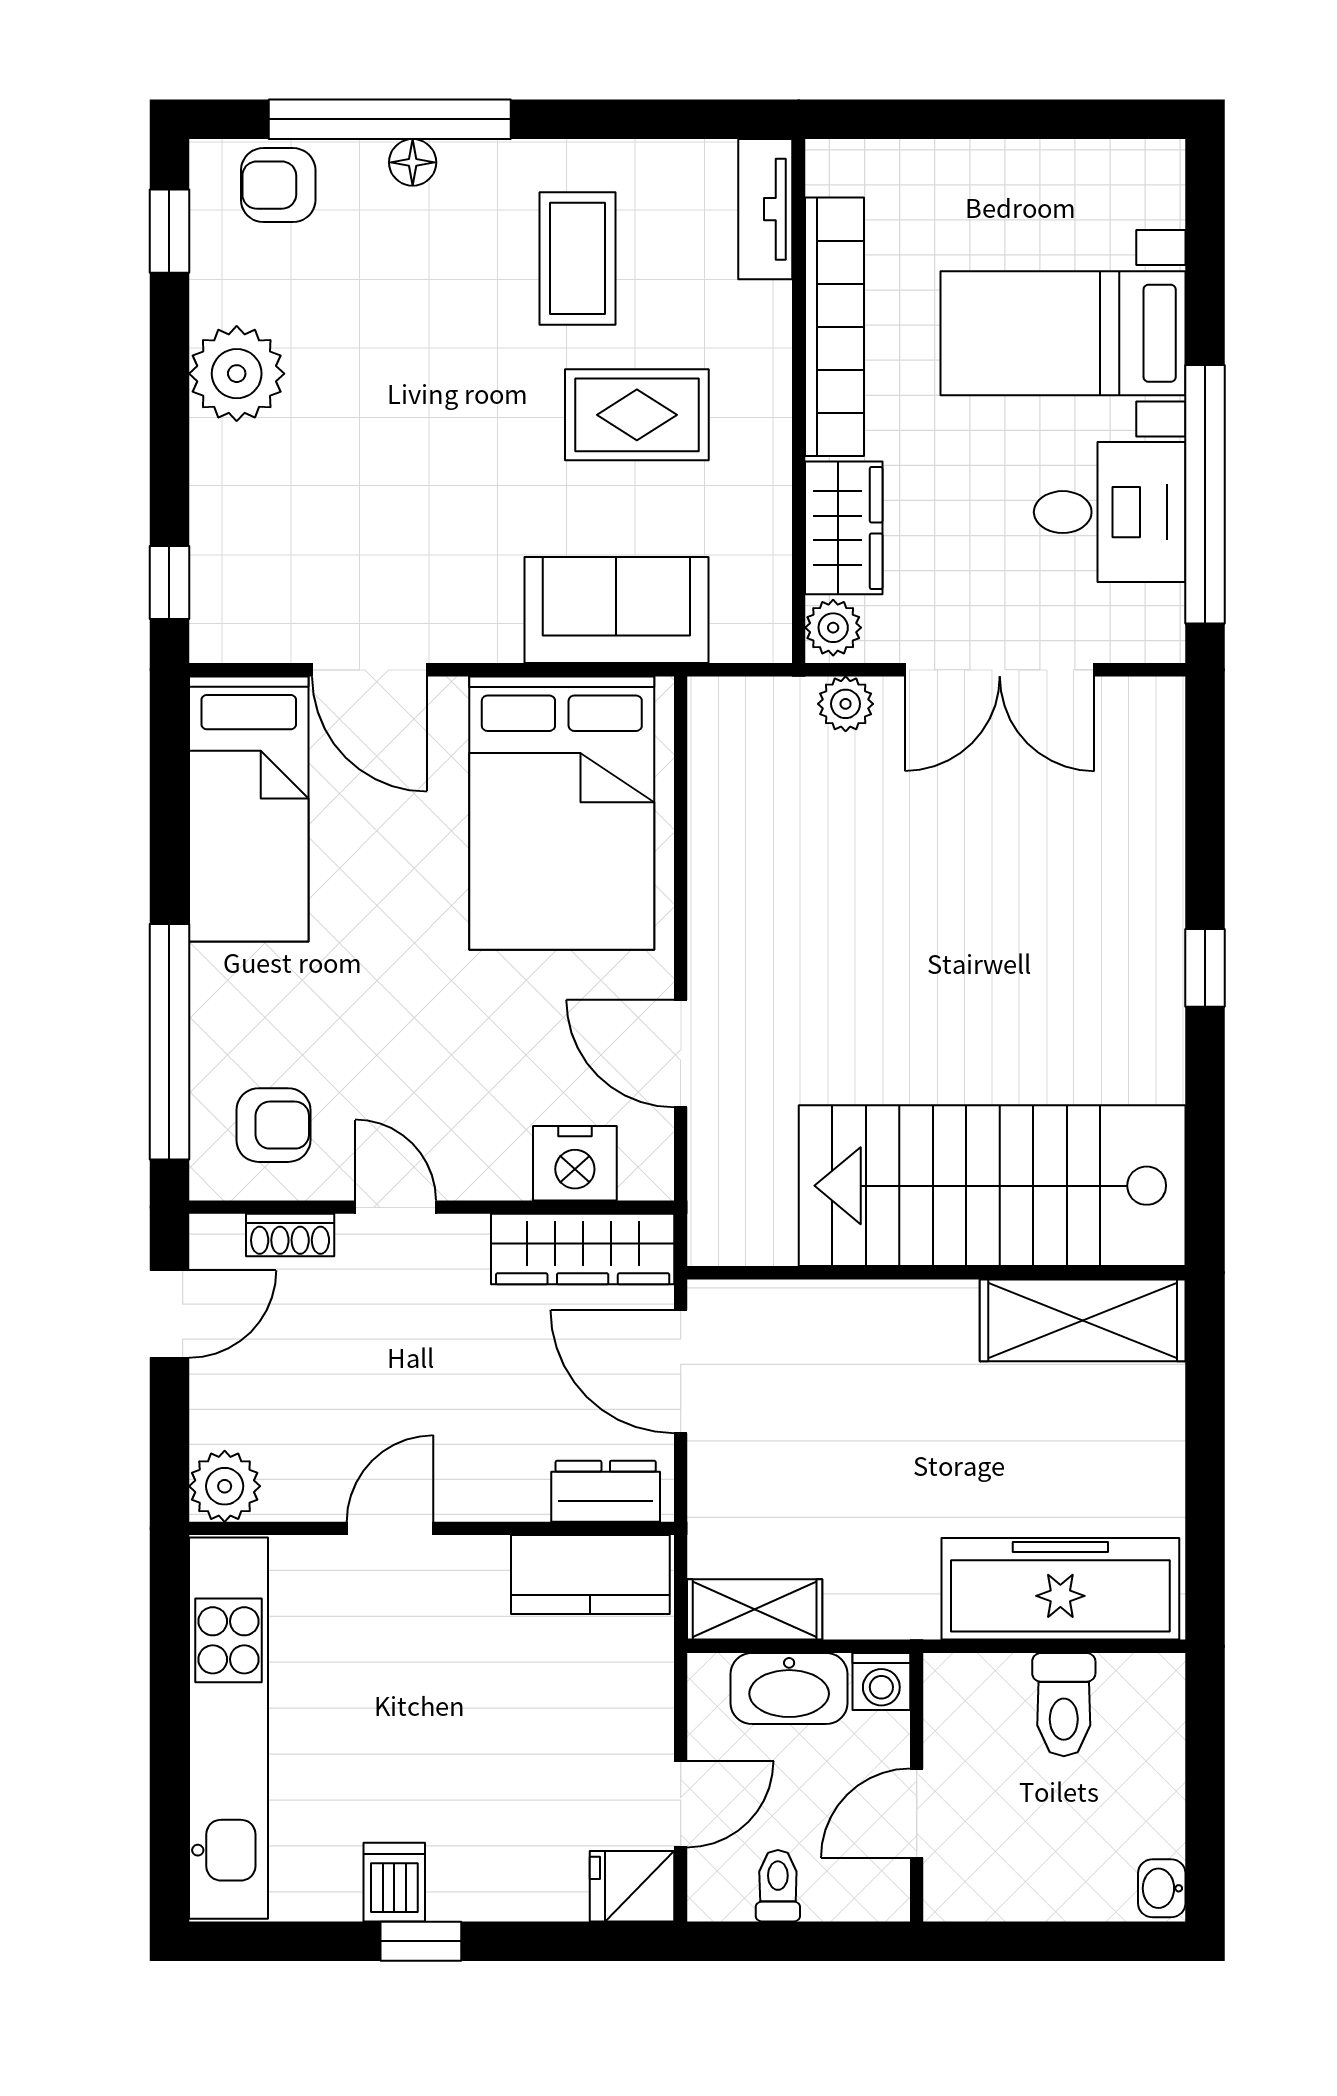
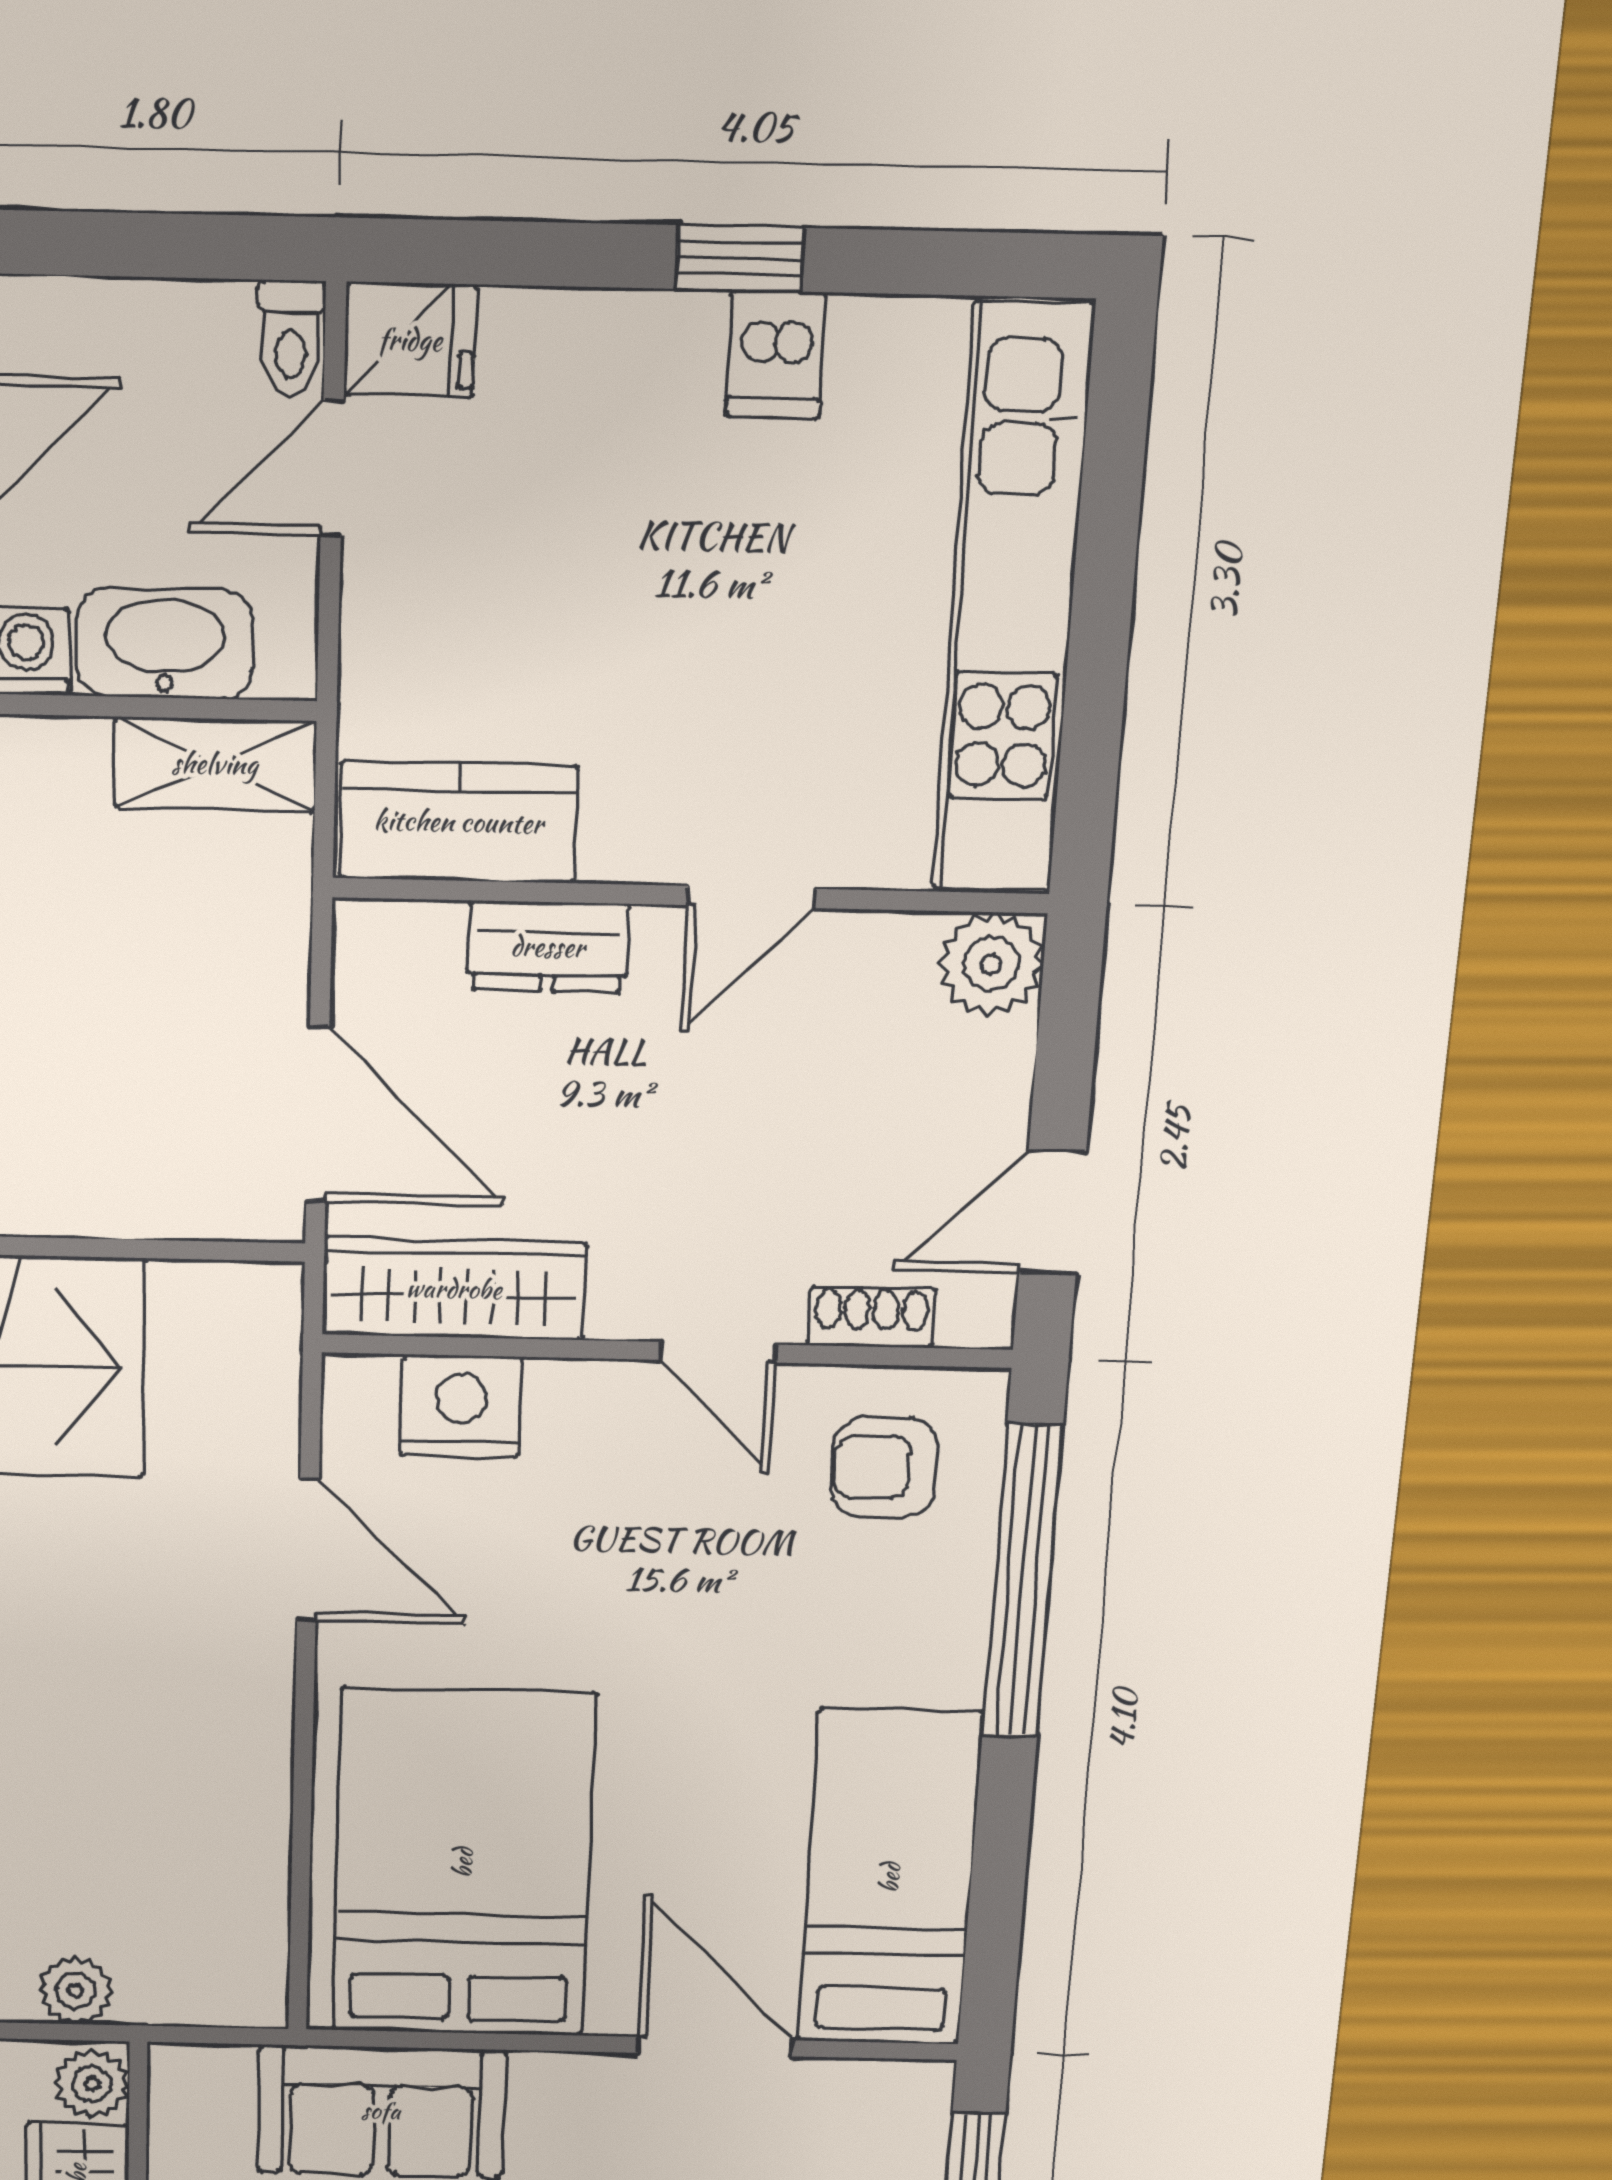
dresser: (606, 1491) -> (548, 947), moved
toilet: (778, 1886) -> (291, 338), moved

